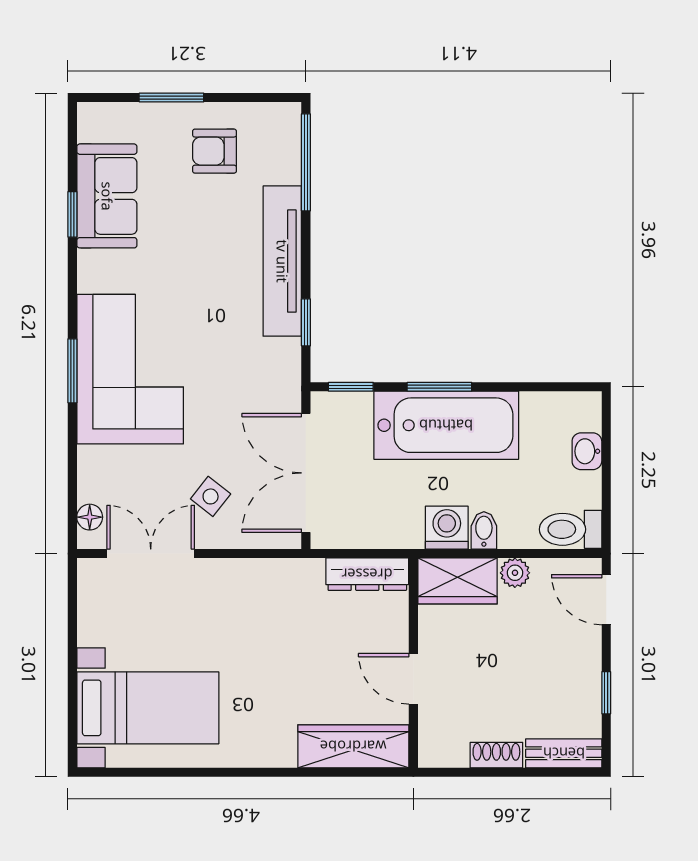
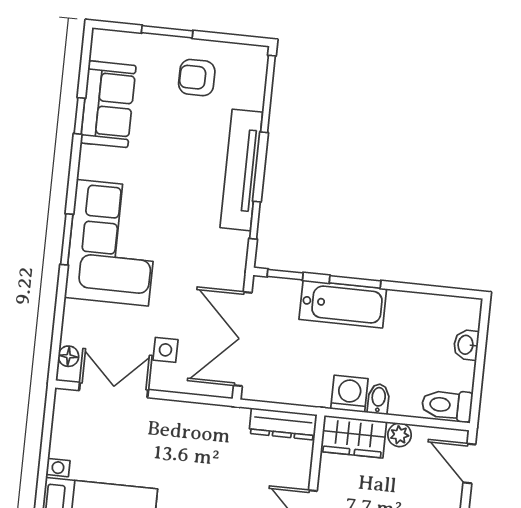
bathtub: (446, 425) -> (343, 304), width x0.73, depth x0.73
side table: (211, 496) -> (165, 350), turned -38

